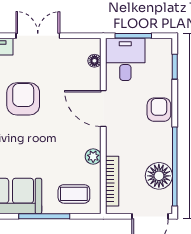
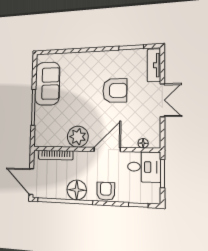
armchair: (159, 110) -> (106, 191), turned -90
plant: (93, 157) -> (78, 137), width x1.88, depth x1.88
floor lamp: (159, 176) -> (77, 190), moved
coffee table: (74, 194) -> (48, 128), removed

